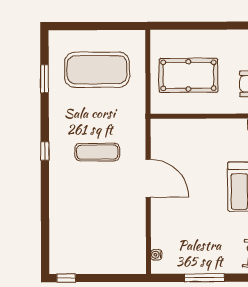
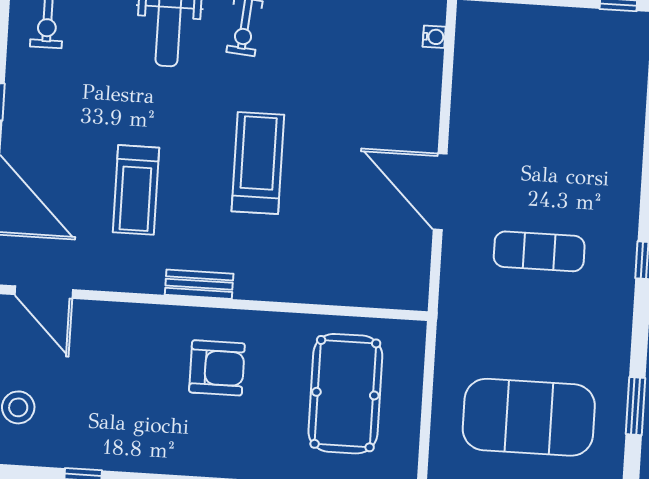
pool table: (188, 75) -> (345, 394), turned 90

